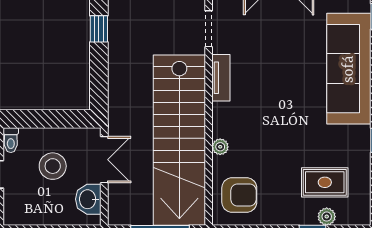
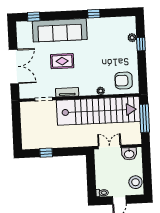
stool: (53, 166) -> (135, 182), moved
rug: (325, 182) -> (62, 61), moved, turned 90
armchair: (239, 195) -> (124, 81), turned -90

